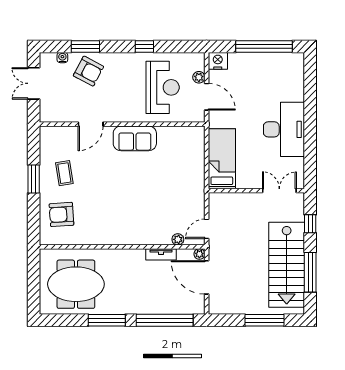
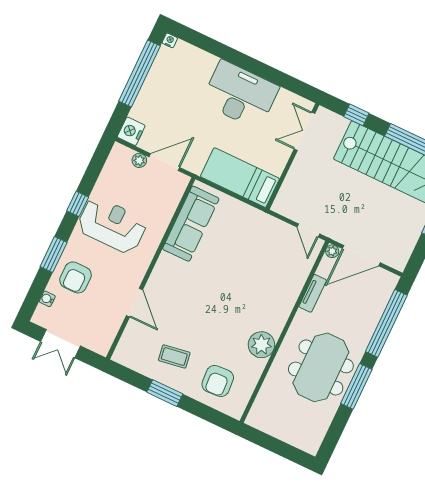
window: (85, 47) -> (54, 255), moved
nightstand: (300, 57) -> (170, 40), added
armchair: (88, 71) -> (75, 277), turned 152
reception desk: (163, 87) -> (112, 225), moved
sofa: (135, 138) -> (191, 224), moved, width x1.36
plant: (178, 239) -> (261, 345), moved, width x1.88, depth x1.88
meeting table: (76, 284) -> (321, 367), moved

